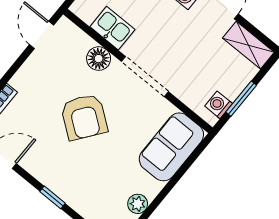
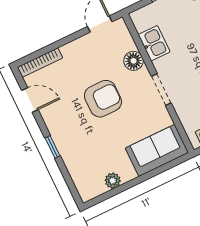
doorway: (145, 76) -> (161, 90), width x0.73
armchair: (84, 117) -> (103, 99), turned -127

